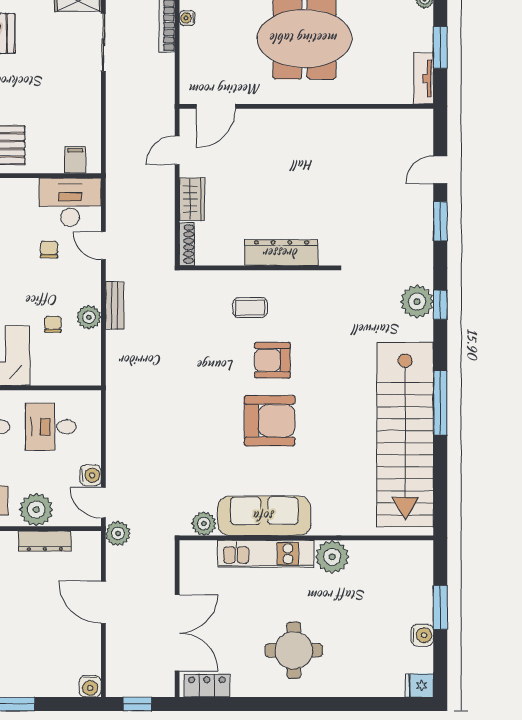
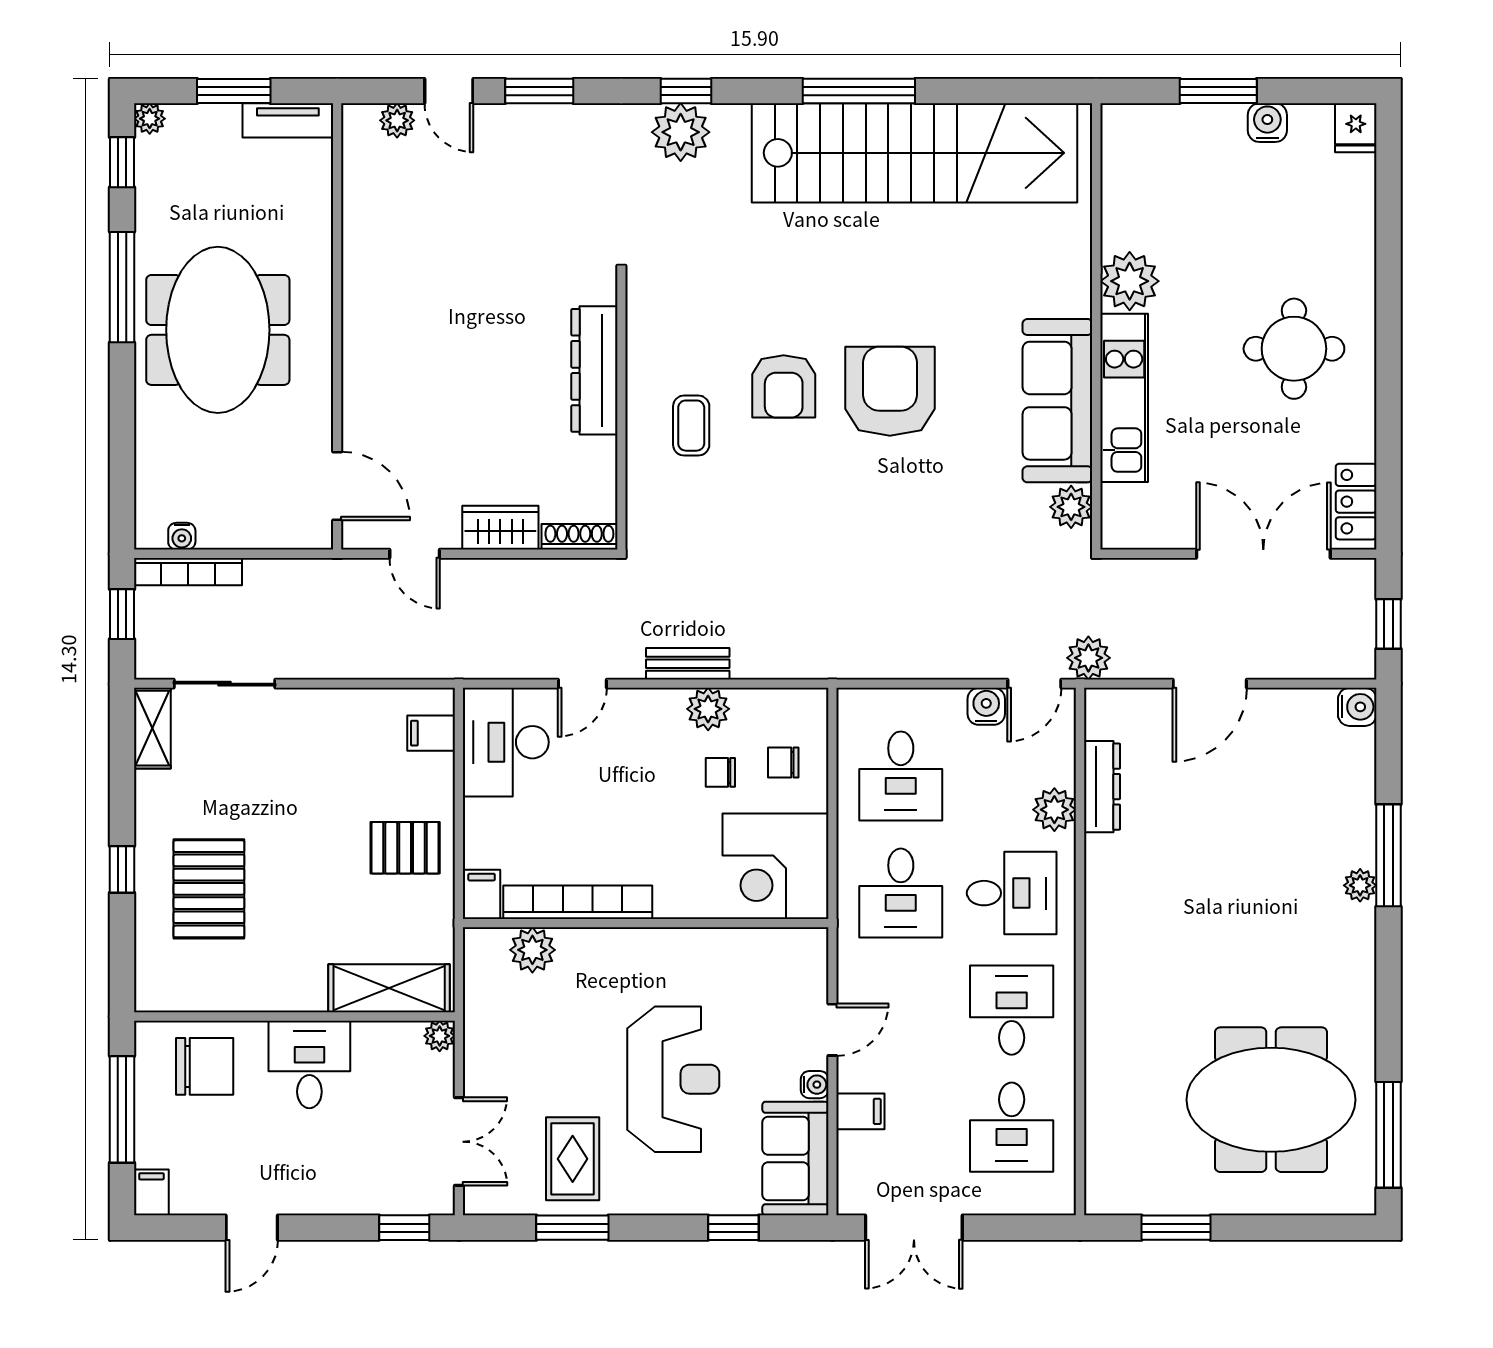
plant: (424, 140) -> (397, 120), added
chair: (49, 249) -> (783, 762), moved
plant: (36, 510) -> (1054, 810), width x0.73, depth x0.73

